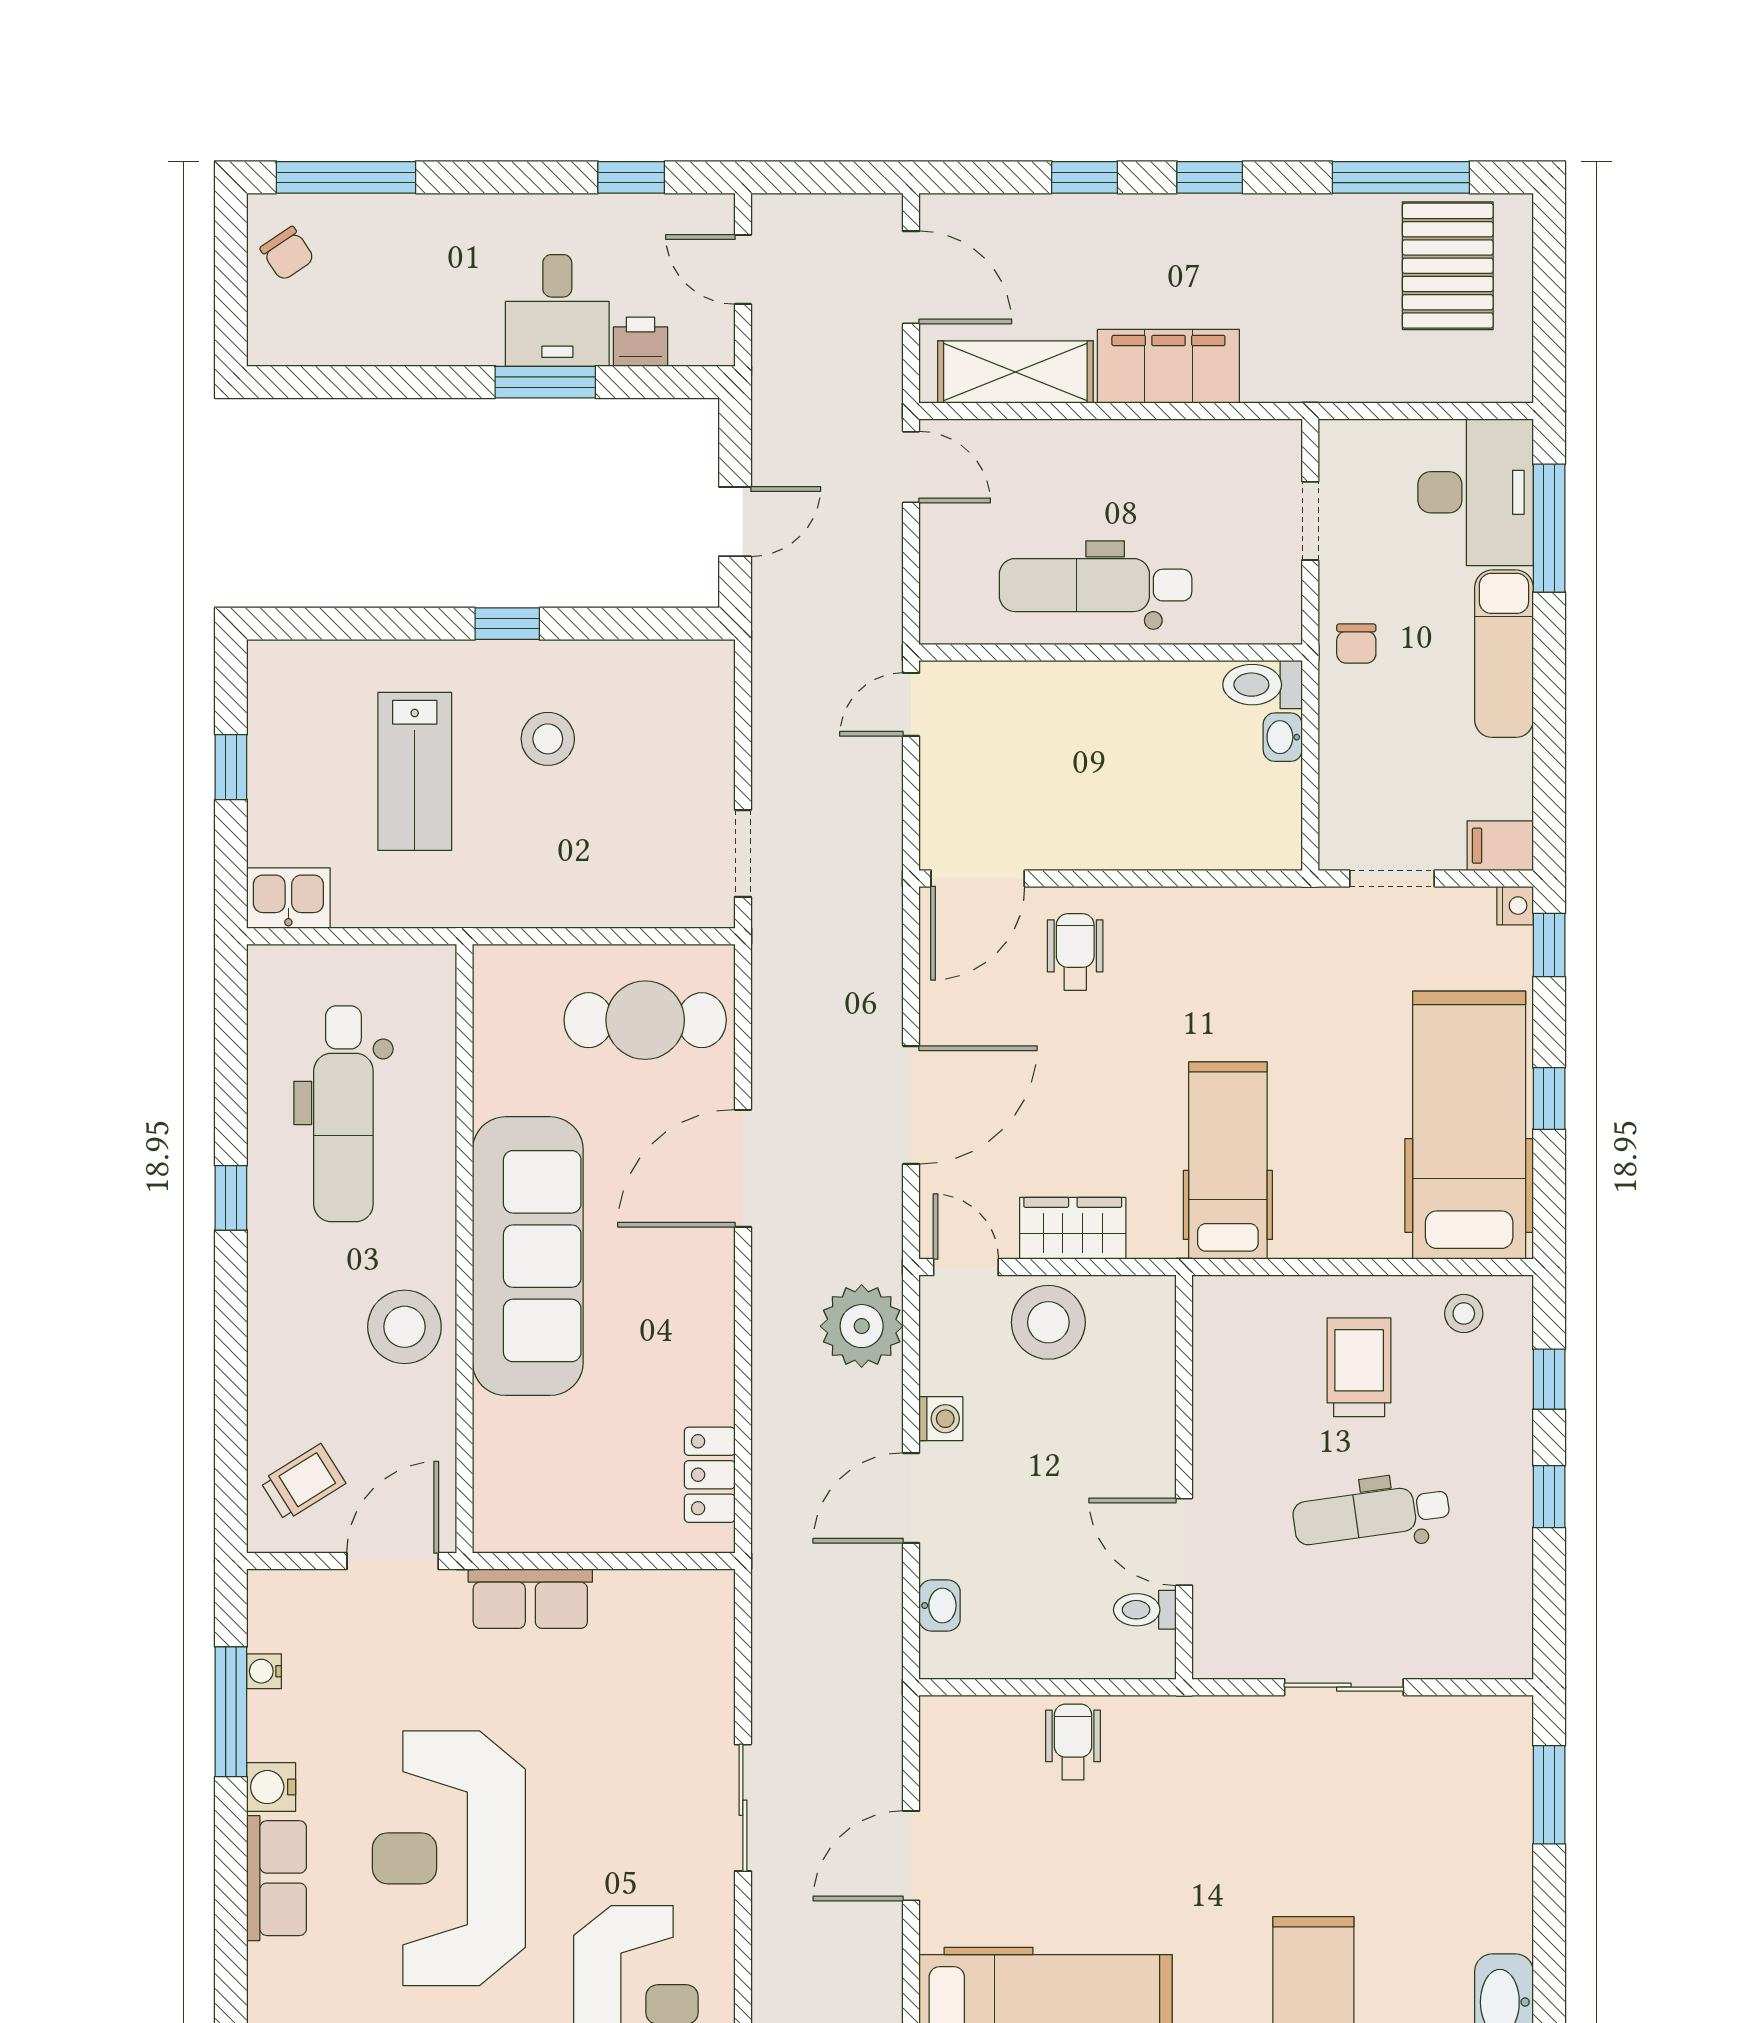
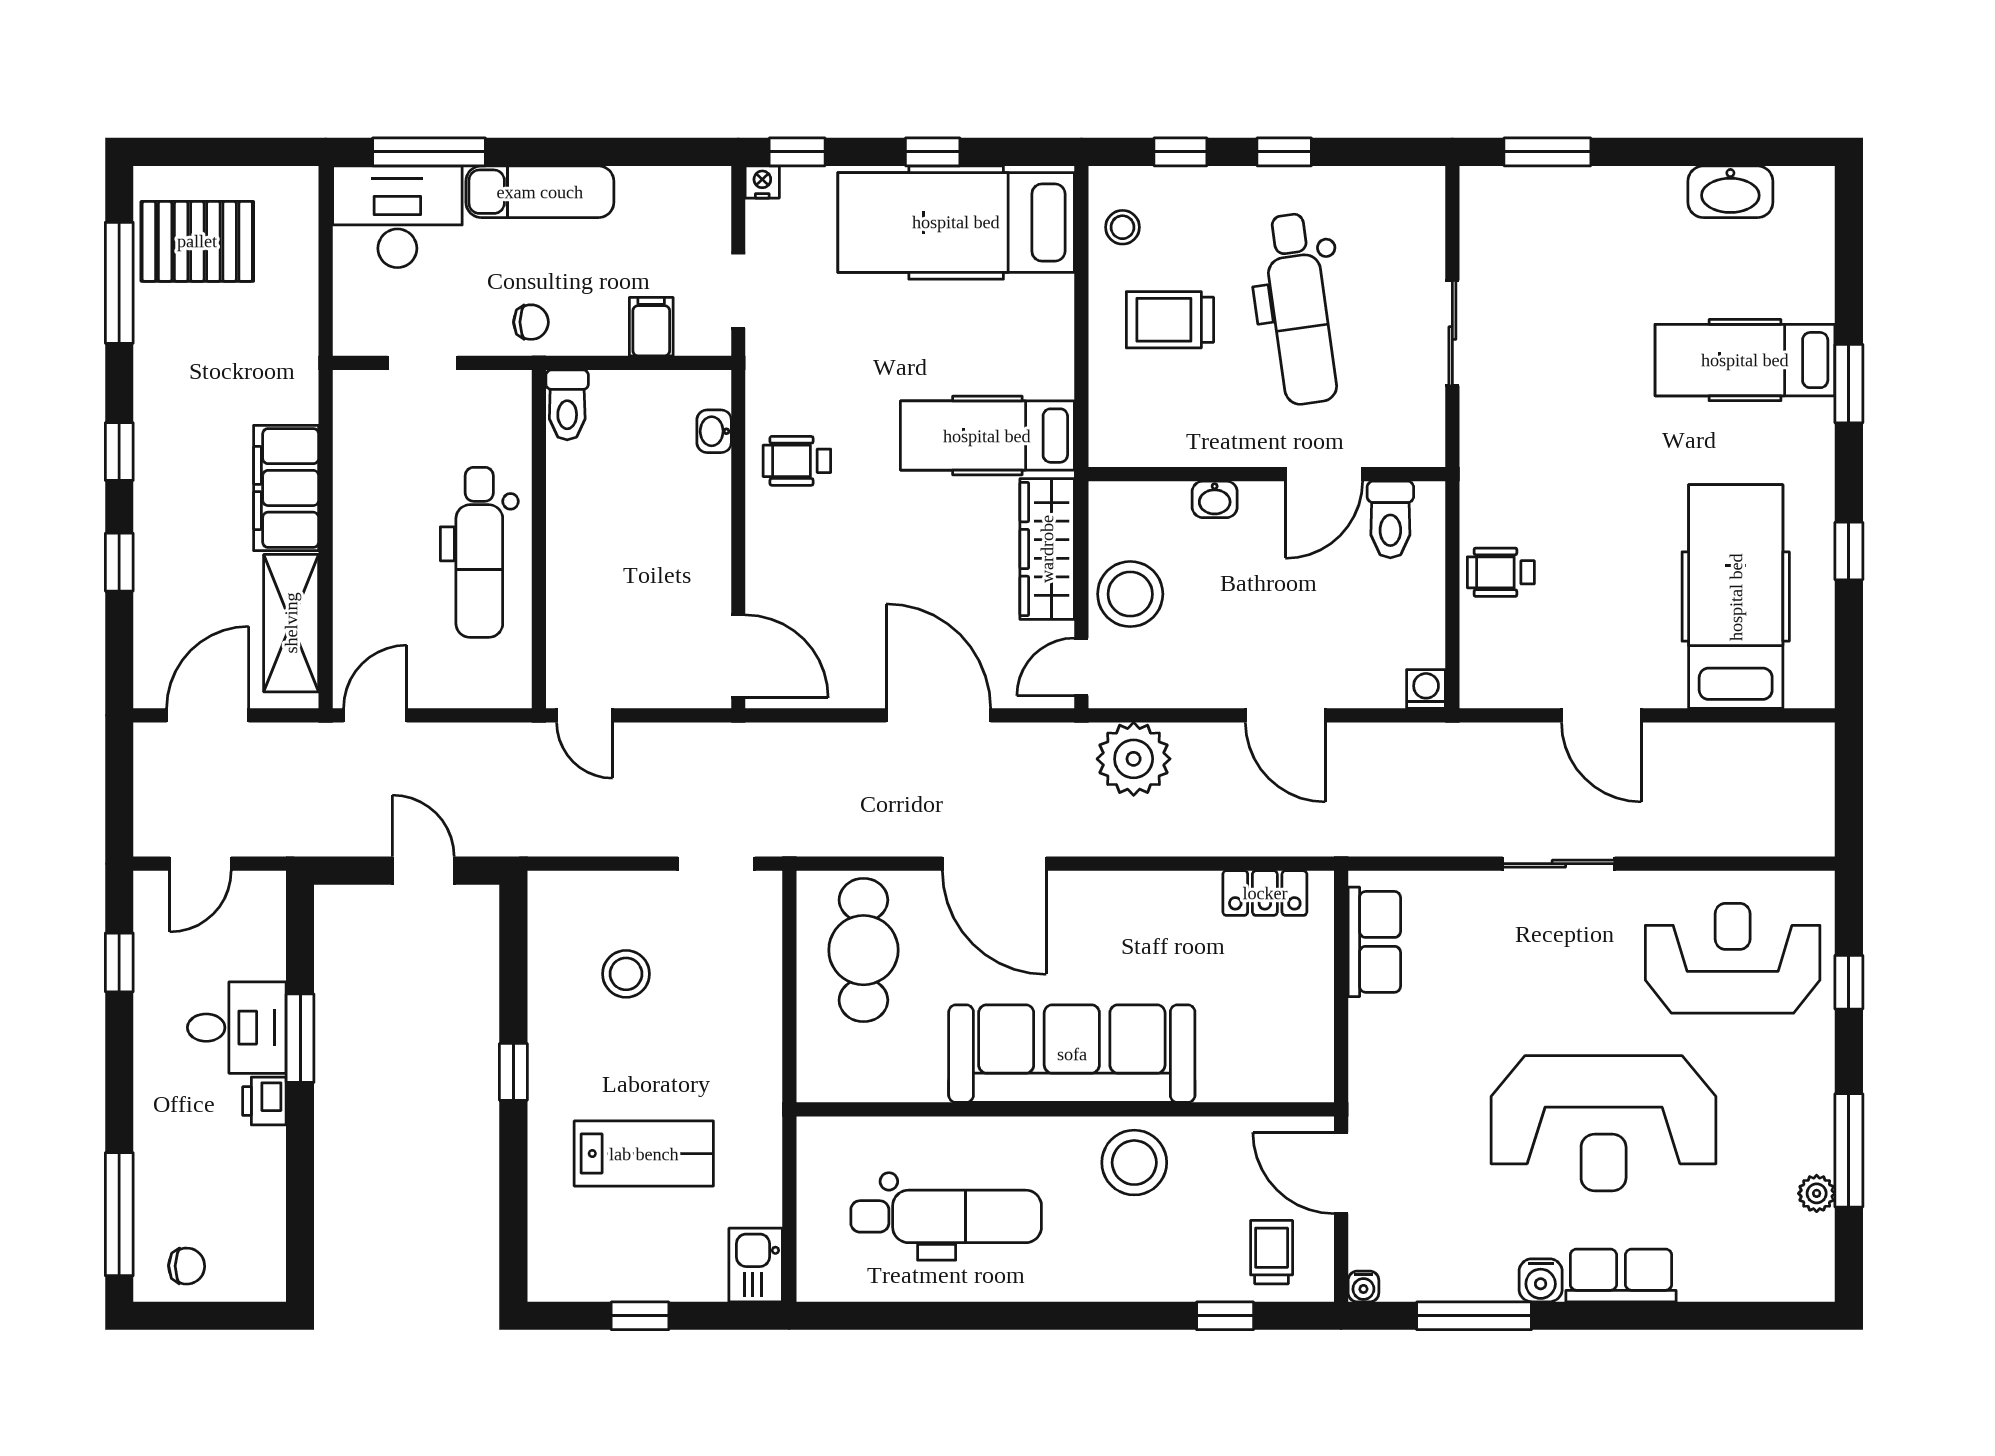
chair: (287, 254) -> (187, 1266), turned 35
printer: (640, 342) -> (264, 1101), moved
washbasin: (1283, 737) -> (714, 431), moved, turned 90
stool: (548, 739) -> (626, 974), moved
filing cabinet: (1500, 846) -> (651, 327), moved, turned 180
wheelchair: (1075, 952) -> (797, 461), moved
window: (231, 1198) -> (1225, 1316), moved
wardrobe: (1073, 1228) -> (1047, 549), width x1.50
washing machine: (941, 1419) -> (1426, 689), moved
trolley: (303, 1482) -> (1272, 1252), turned 32
dental chair: (1371, 1514) -> (1300, 309), width x1.36, depth x1.38
row of seats: (530, 1599) -> (1374, 942), moved
washbasin: (940, 1606) -> (1215, 499), moved, turned 180
toilet: (1145, 1610) -> (1390, 520), width x1.37, depth x1.39
water cooler: (264, 1671) -> (1363, 1287), moved

